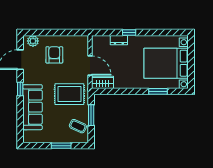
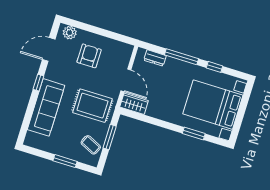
window: (129, 33) -> (182, 57), width x2.17
window: (158, 33) -> (214, 67), added
dresser: (119, 40) -> (155, 58), moved

